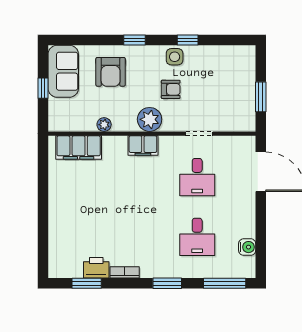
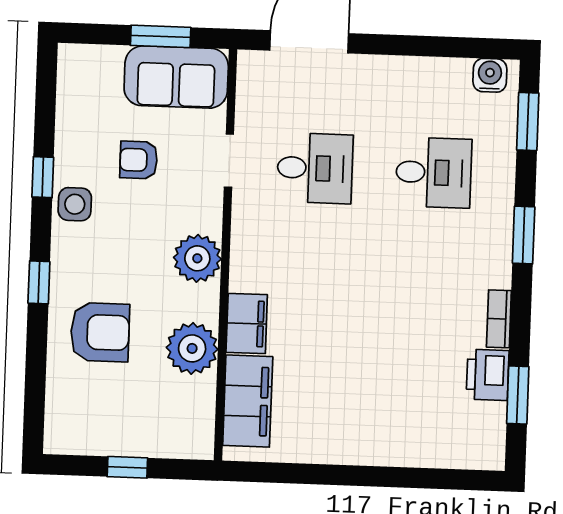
sofa: (63, 71) -> (176, 77), moved, turned 180
armchair: (171, 89) -> (139, 160), moved, turned -90
plant: (104, 125) -> (192, 348), width x1.88, depth x1.88
filing cabinet: (143, 146) -> (247, 324), moved
water cooler: (247, 247) -> (490, 75), moved
window: (225, 283) -> (528, 121), width x0.69

